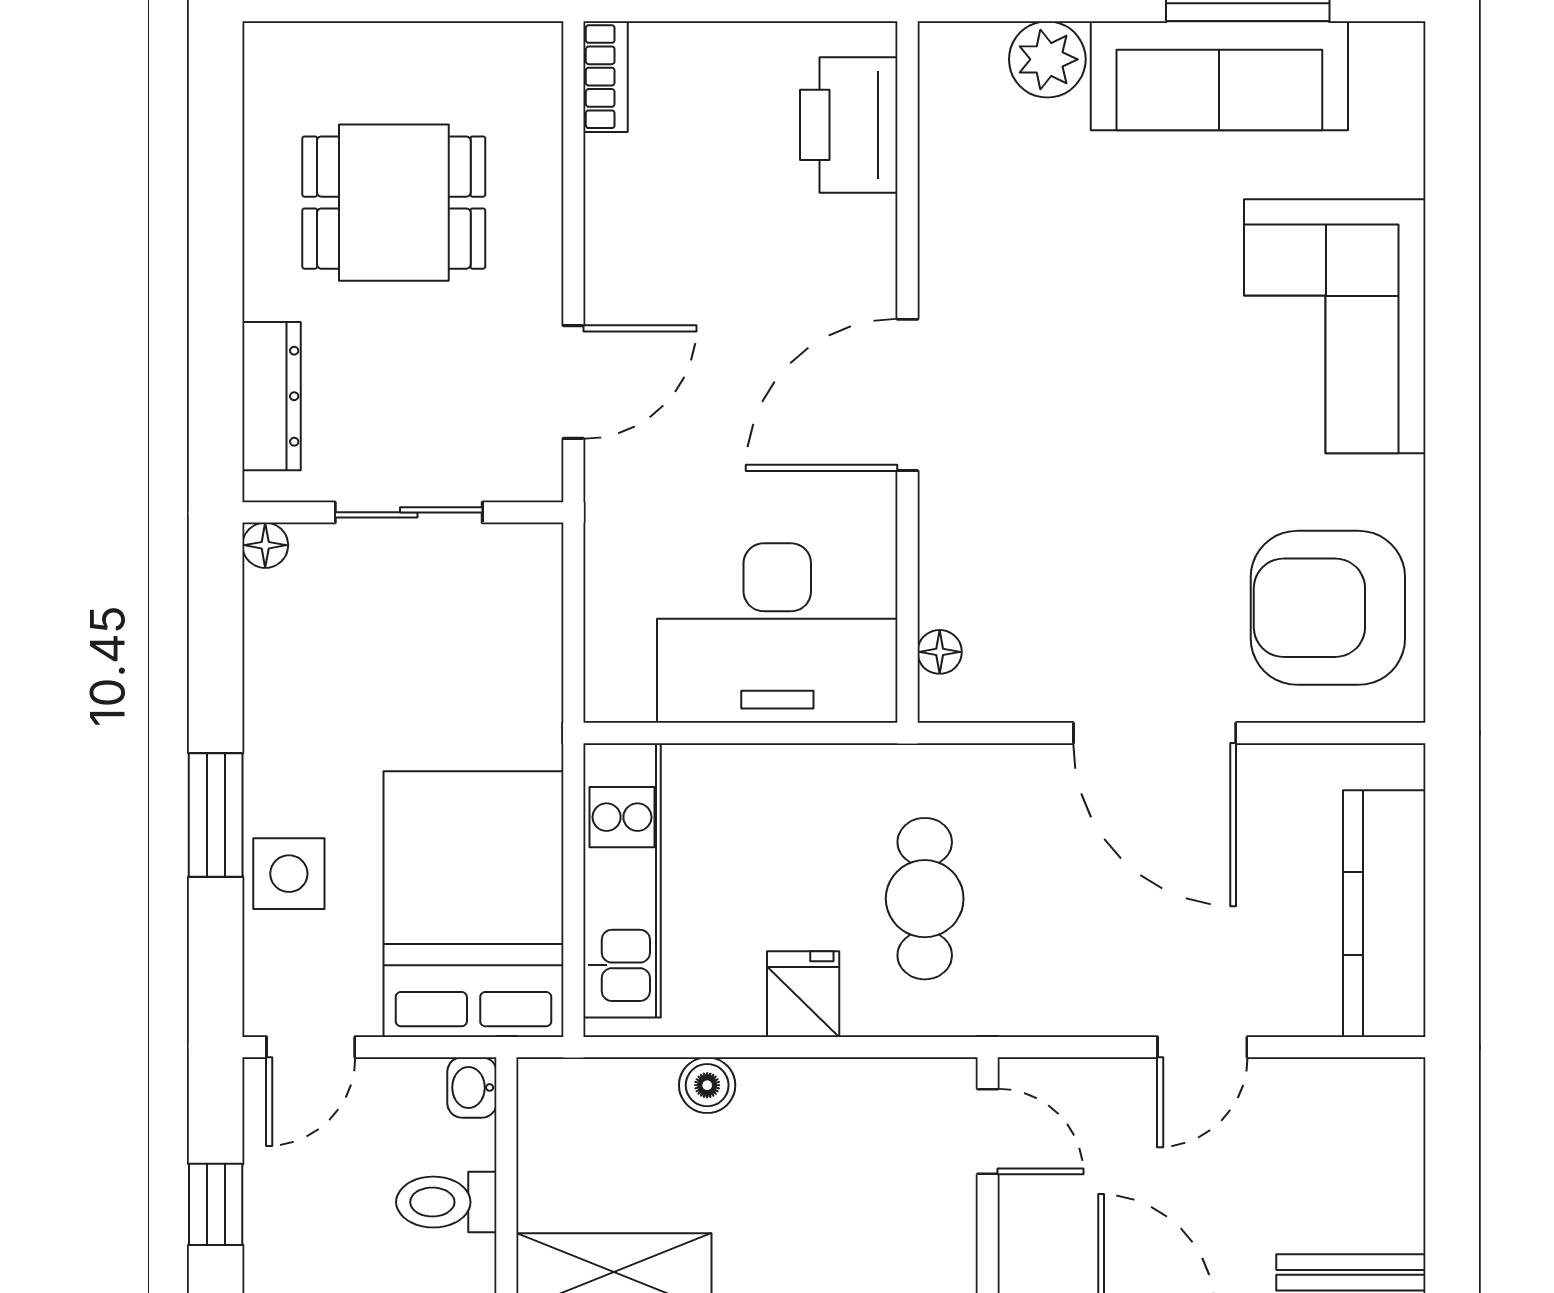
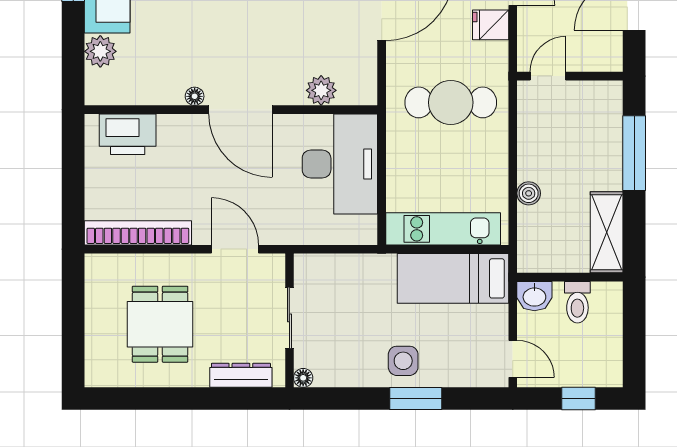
bookcase: (606, 77) -> (138, 233), width x2.31, depth x1.31
plant: (954, 588) -> (321, 90), added
floor lamp: (940, 652) -> (195, 96), moved
side table: (289, 874) -> (403, 361), moved
cafe table: (925, 899) -> (451, 102), width x1.37, depth x1.35
bed: (474, 904) -> (453, 278), width x0.67
fridge: (803, 994) -> (491, 25), moved
washbasin: (472, 1087) -> (534, 296), width x1.38, depth x1.45

